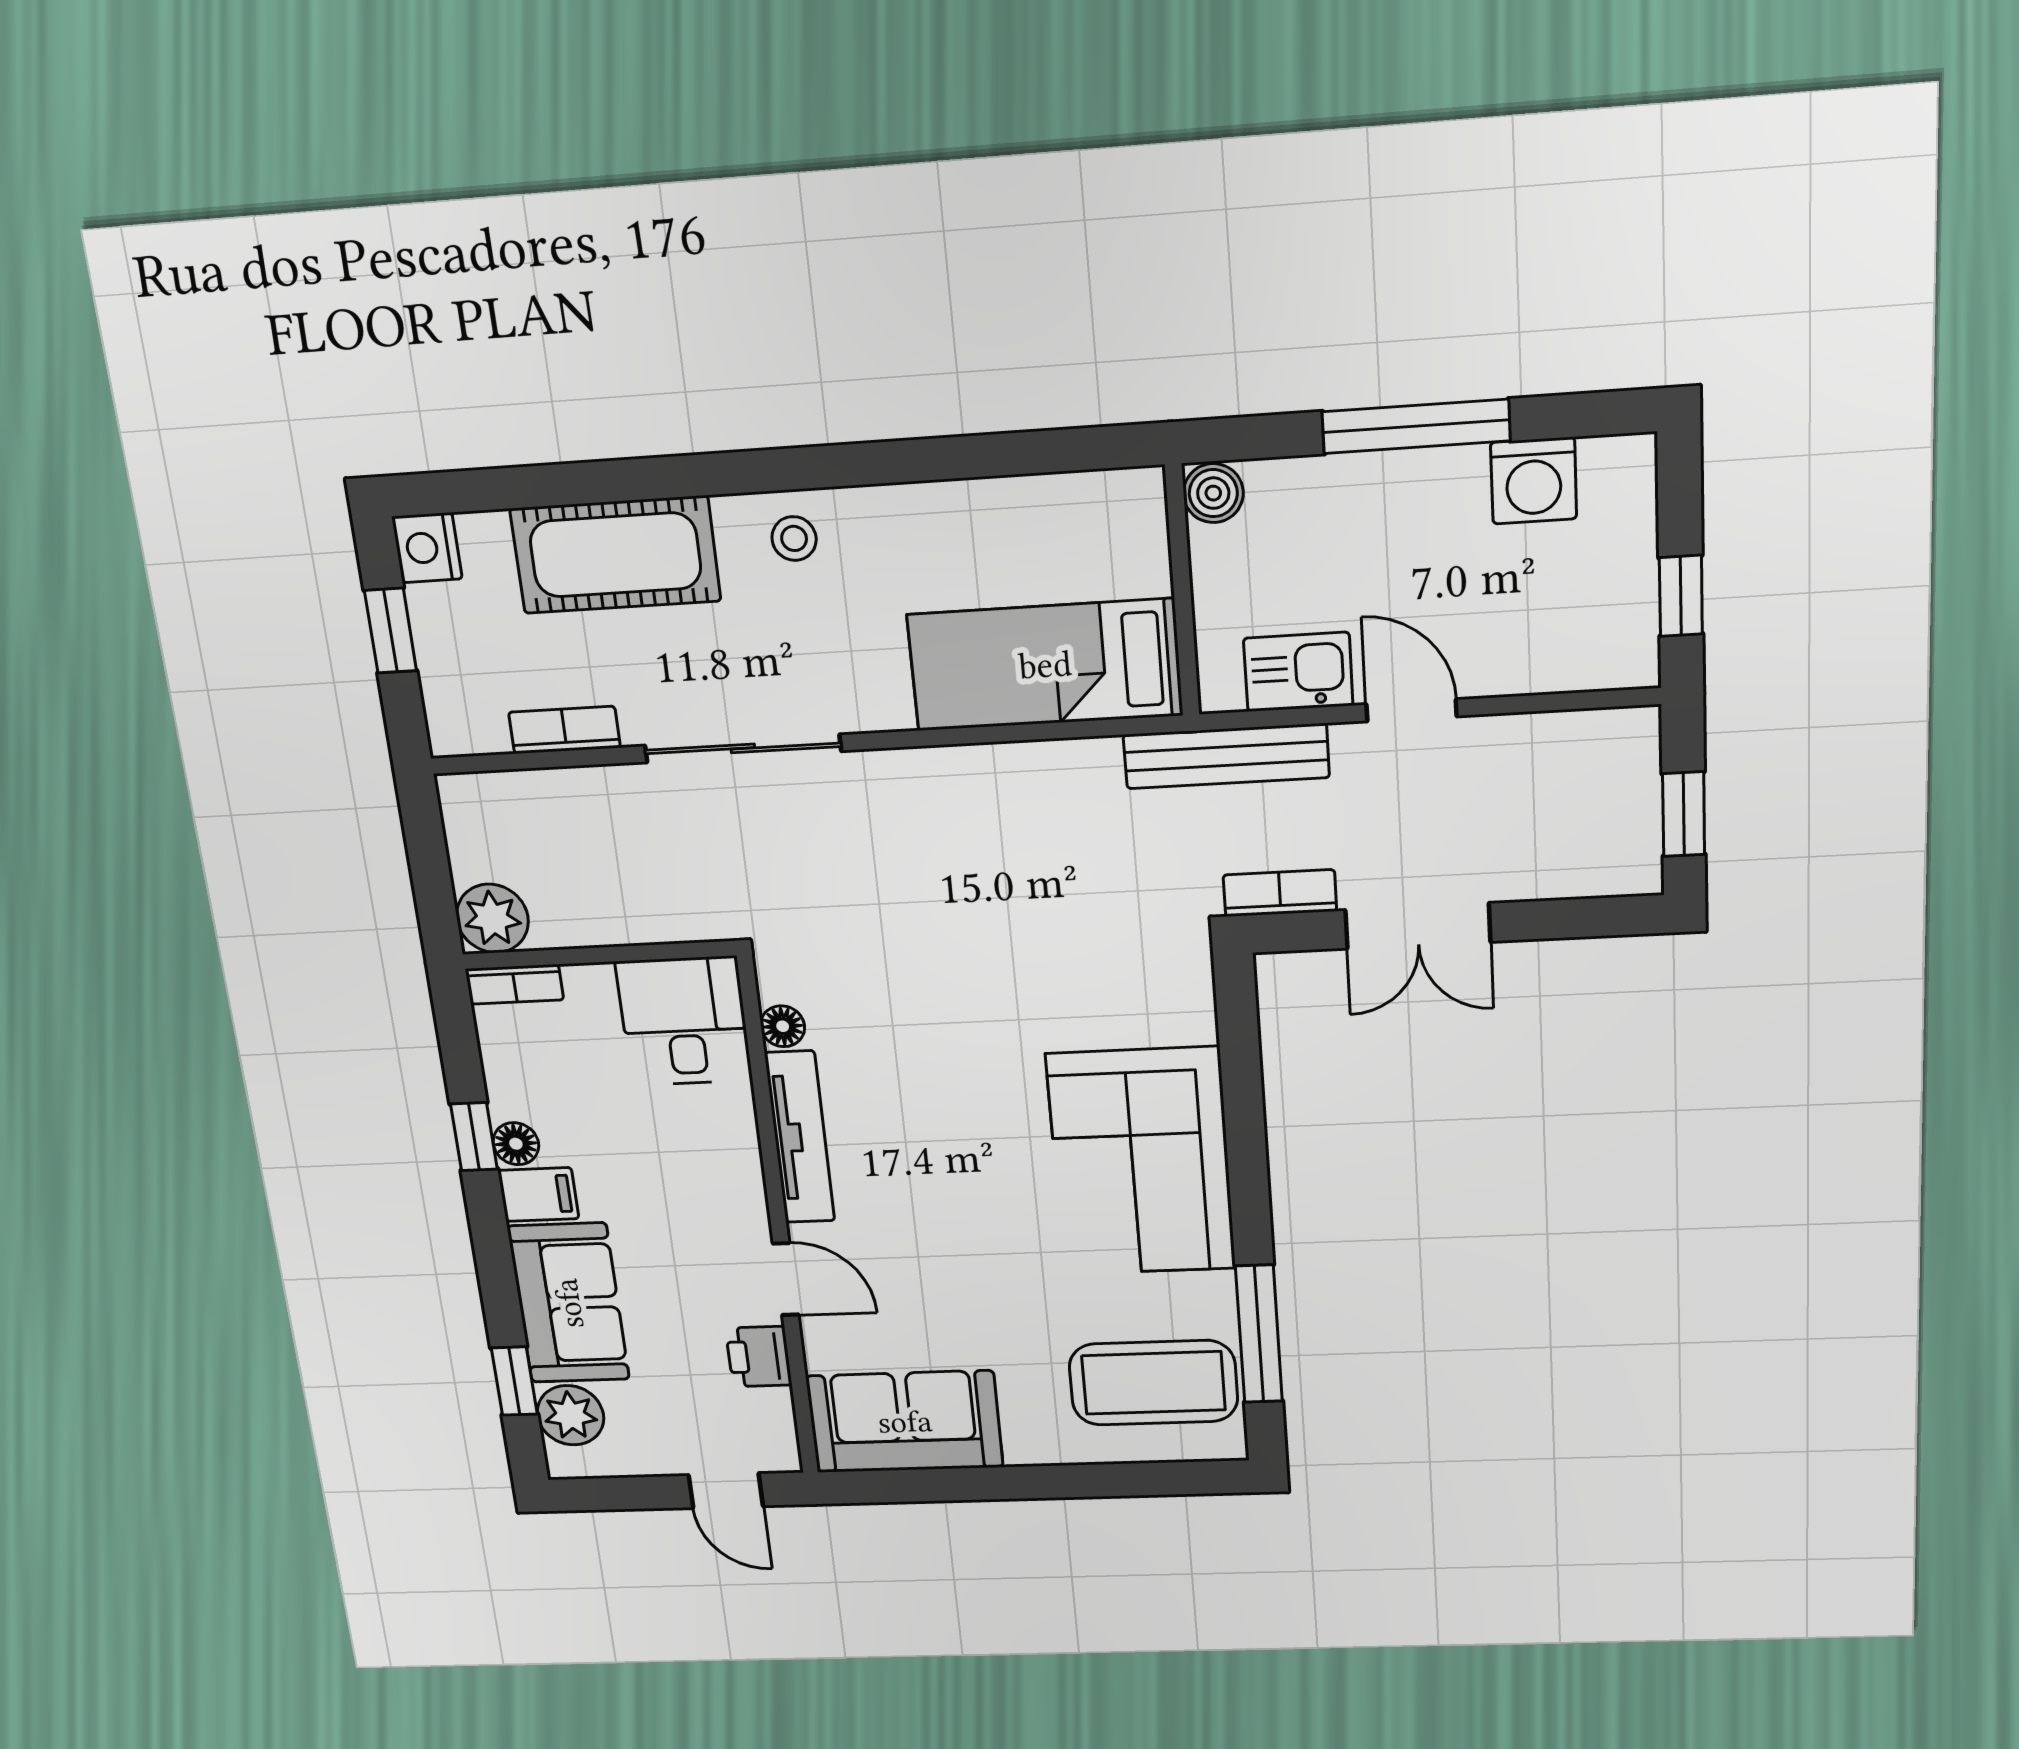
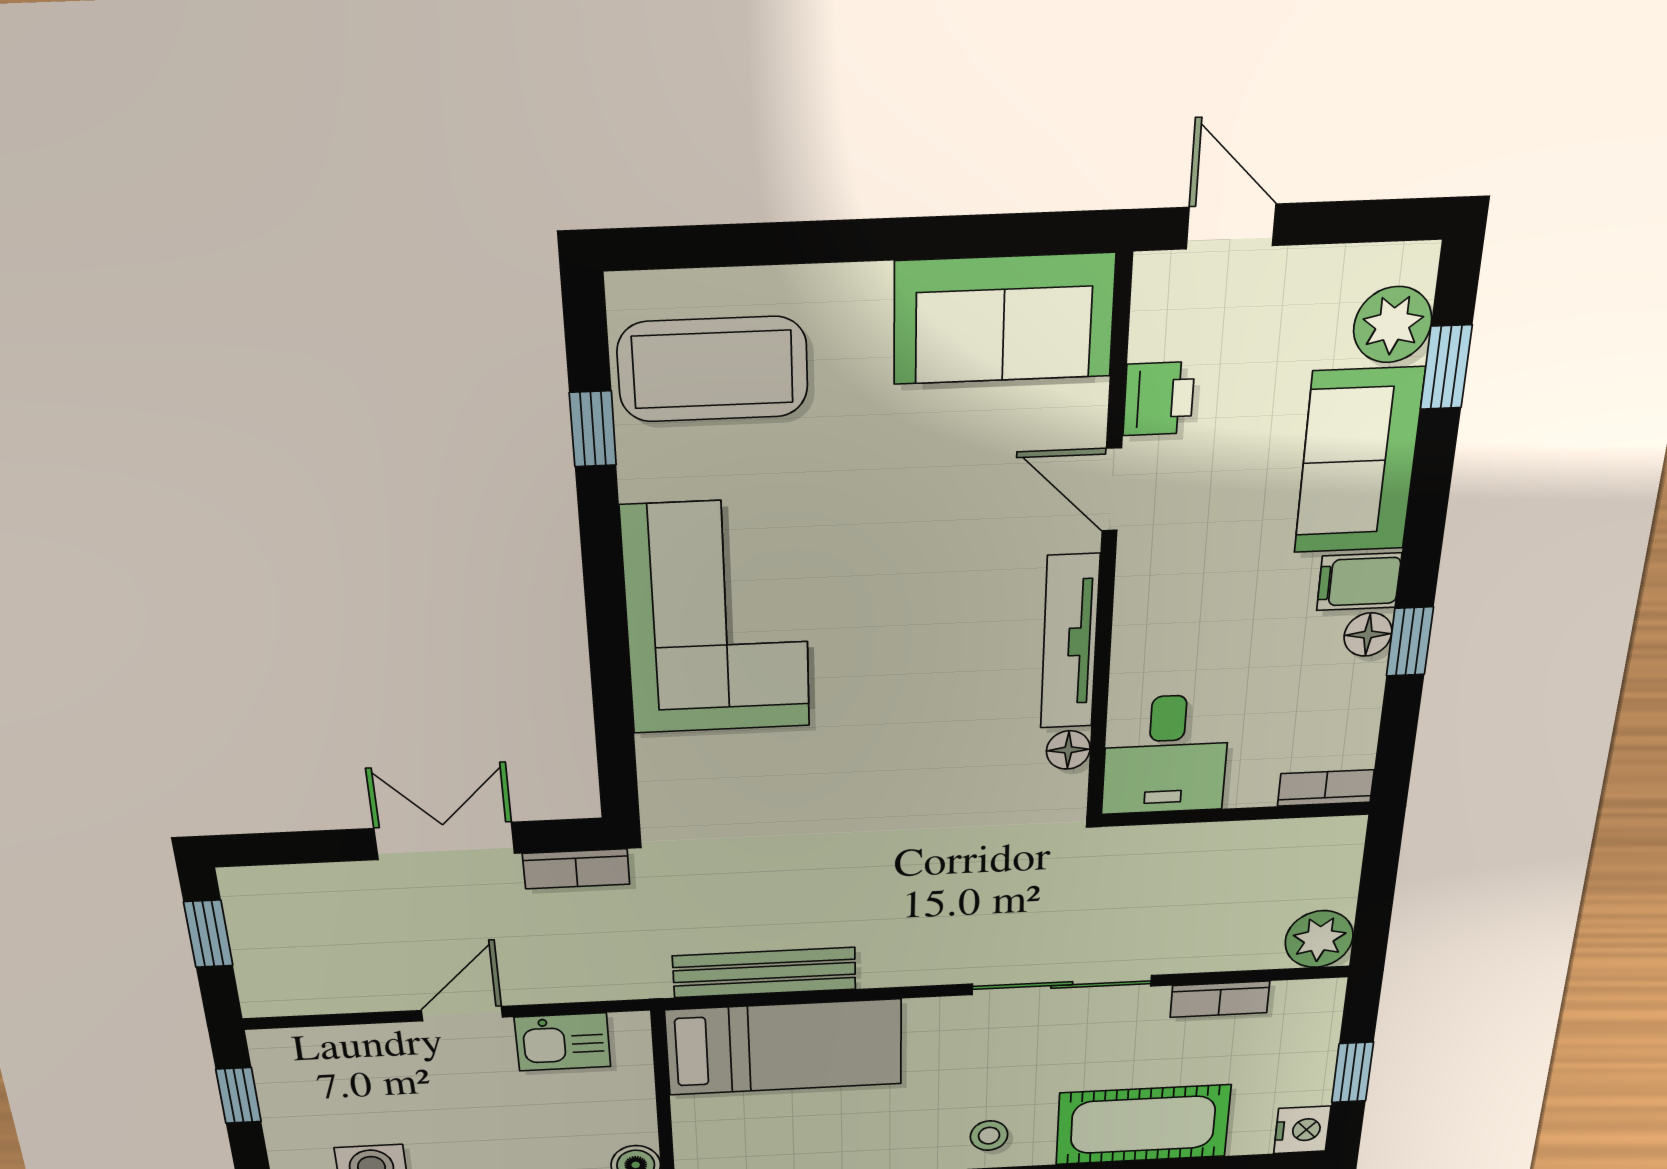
door: (1411, 710) -> (462, 1014), swing flipped
bench: (1226, 756) -> (764, 973), moved
plant: (492, 918) -> (1319, 939), moved
window: (1259, 1334) -> (593, 429), width x0.46

